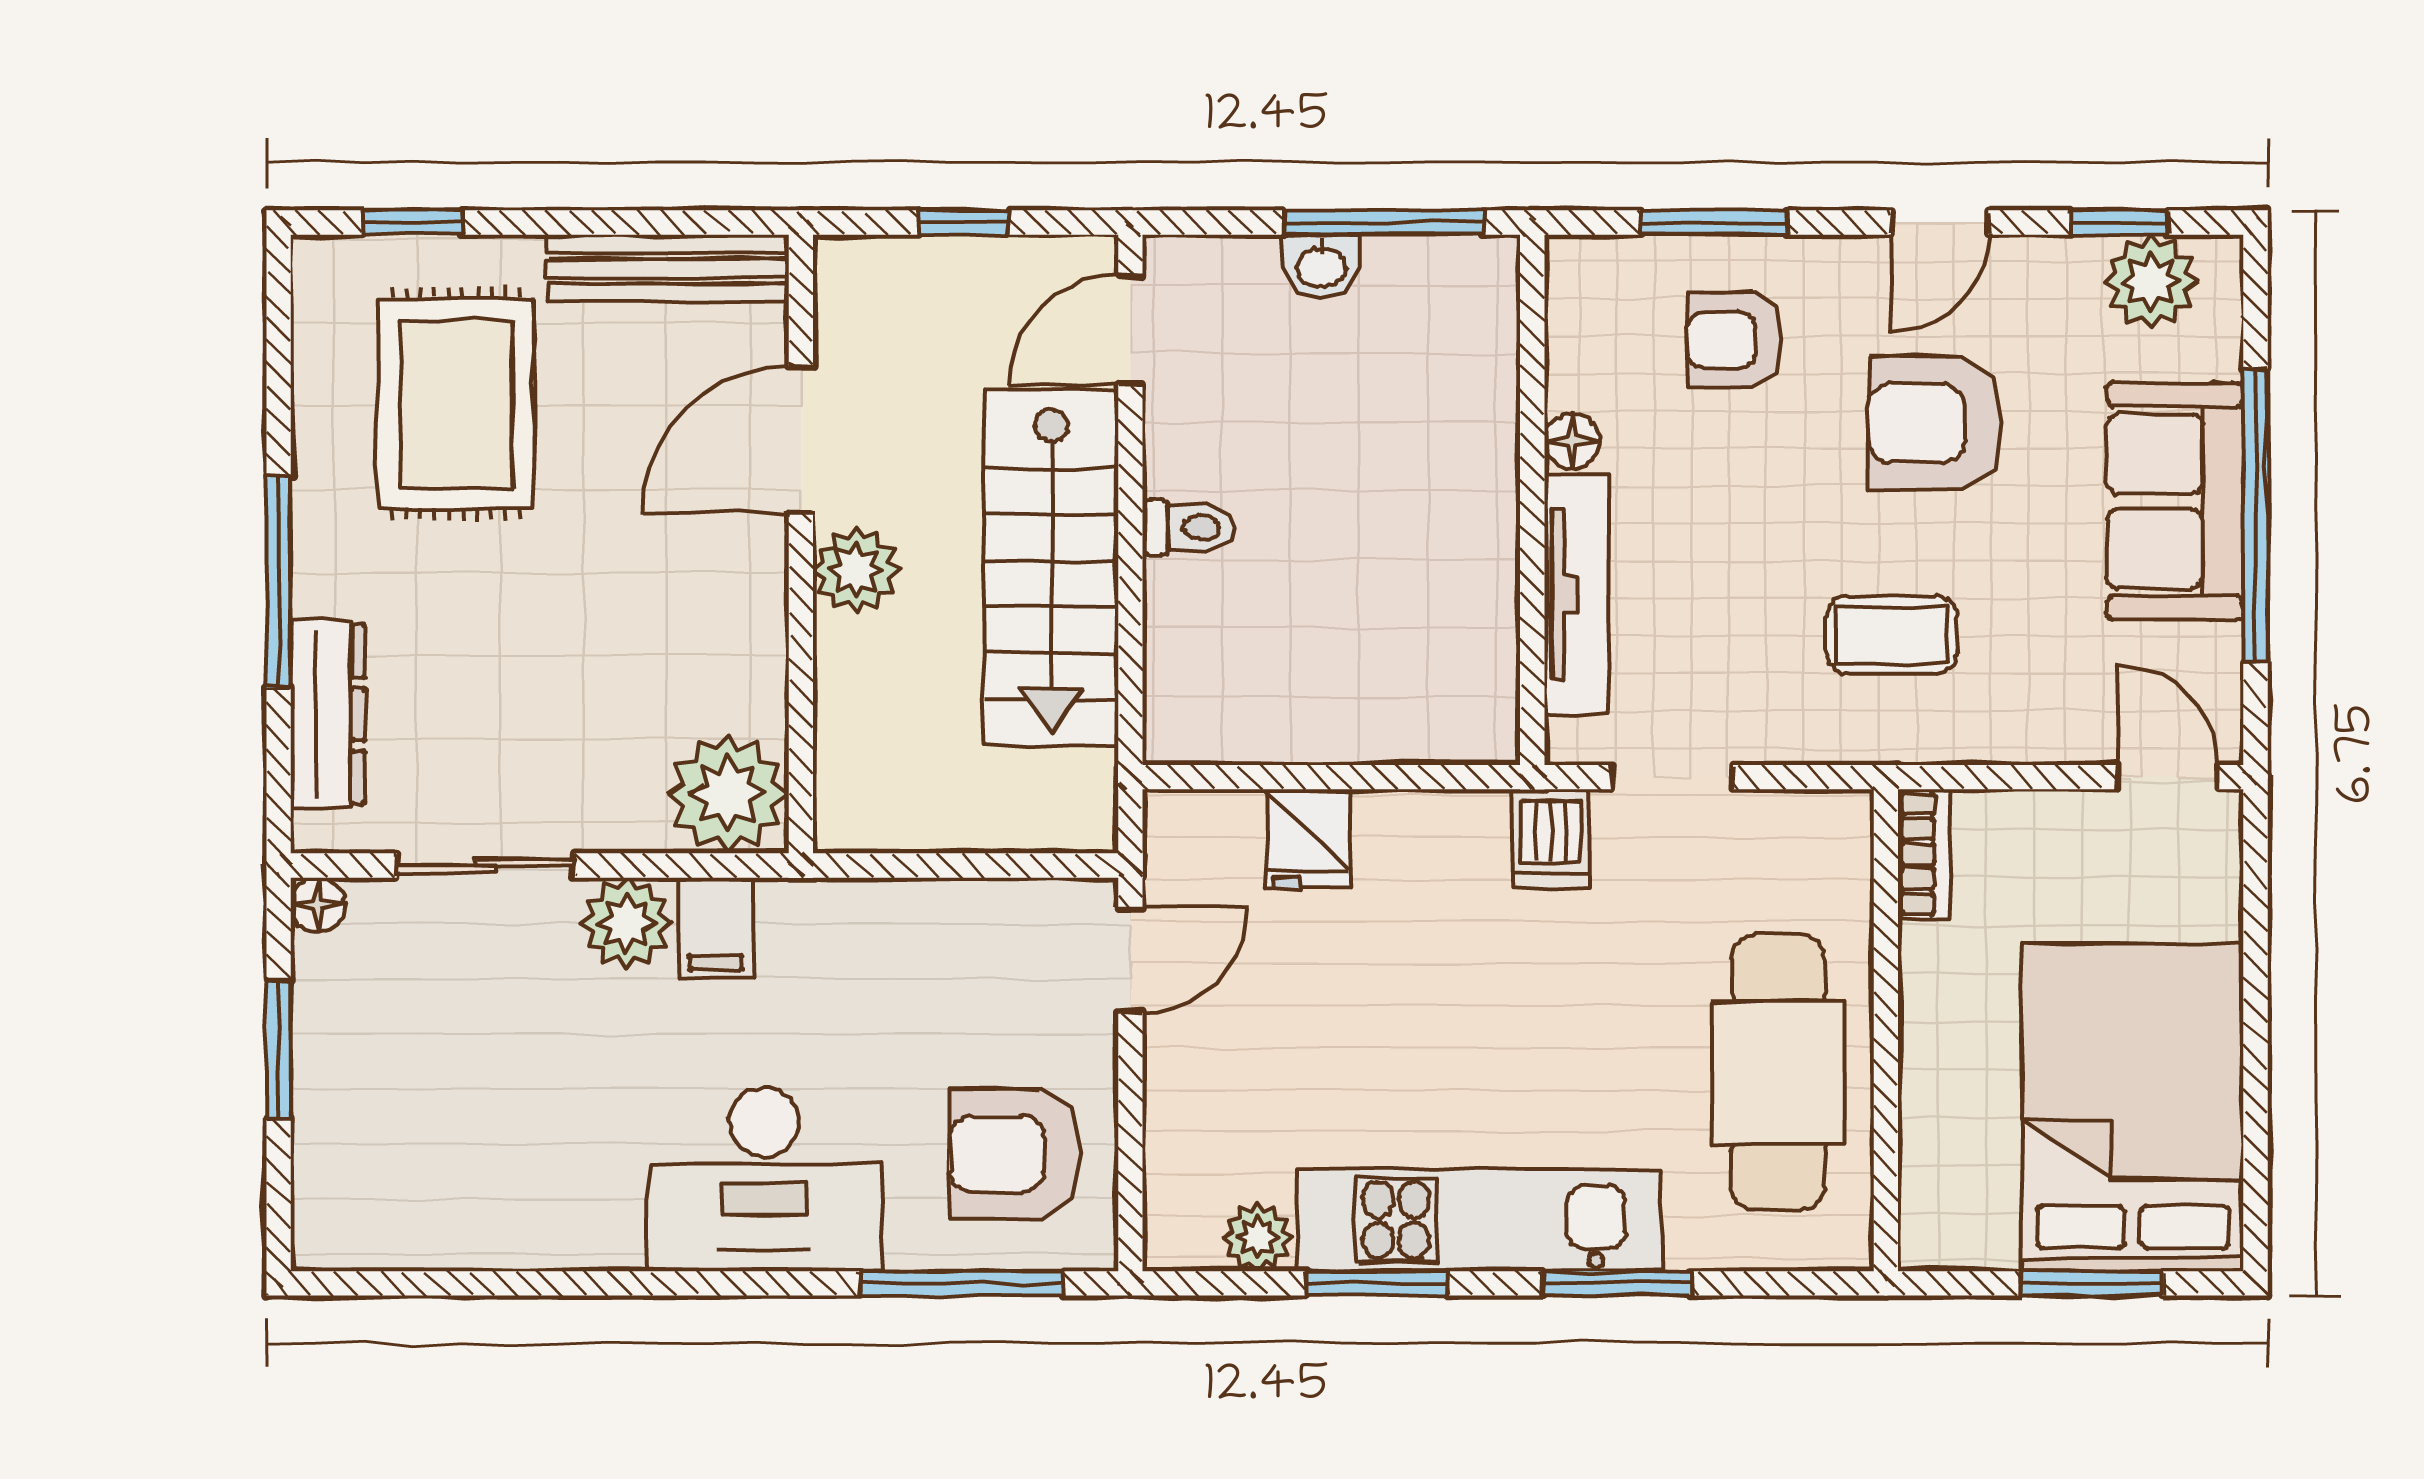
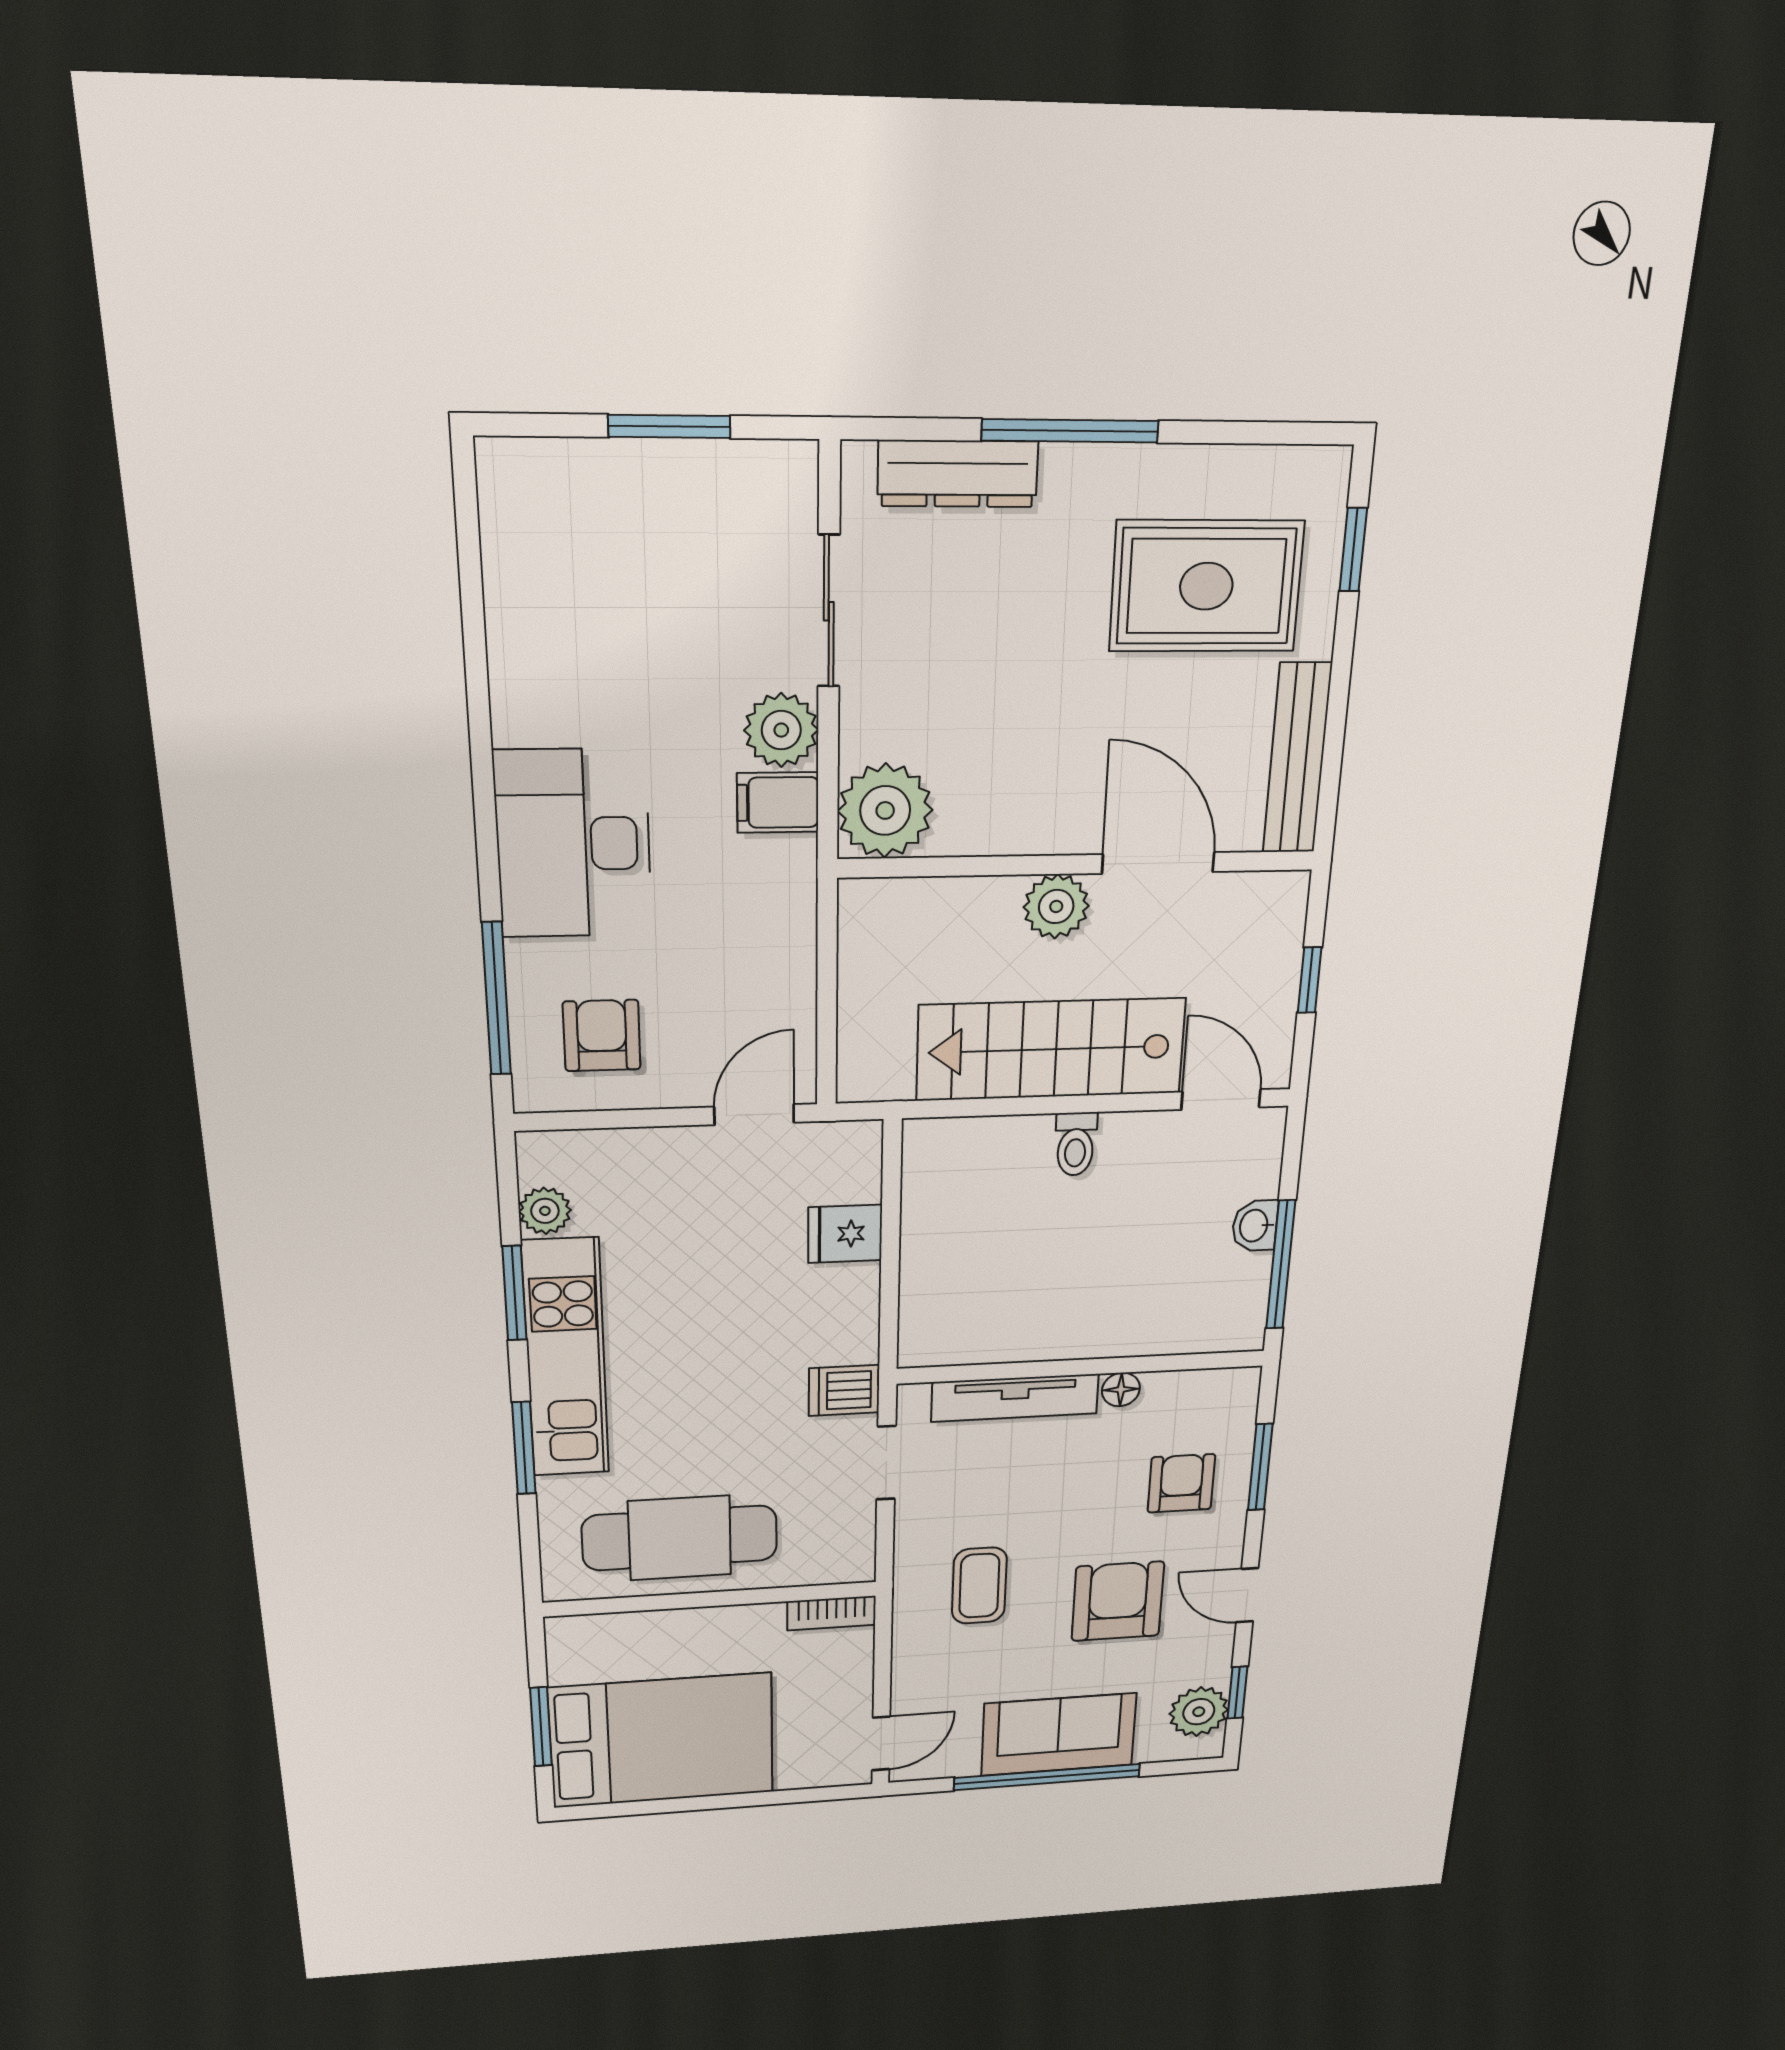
floor lamp: (318, 905) -> (796, 464), removed
door: (1130, 961) -> (754, 1115), swing flipped
armchair: (1015, 1154) -> (602, 1036), width x0.72, depth x0.72

